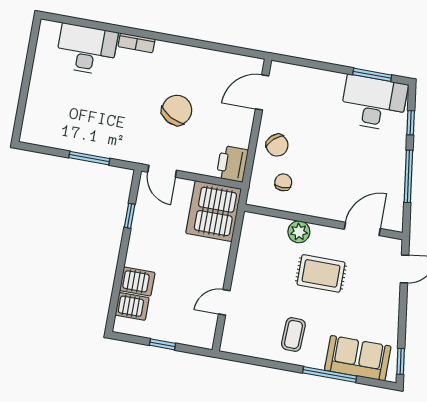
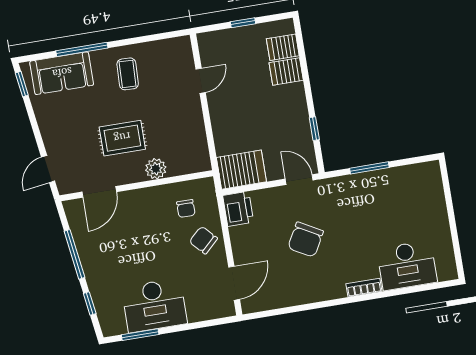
desk: (374, 103) -> (154, 305), moved
server rack: (214, 211) -> (241, 170), width x0.63

